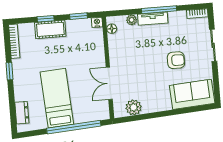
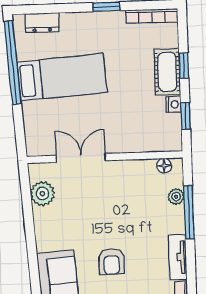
window: (159, 10) -> (189, 212), moved
tv unit: (153, 19) -> (178, 257), moved
nightstand: (97, 22) -> (173, 104), moved
window: (74, 127) -> (13, 62), moved

